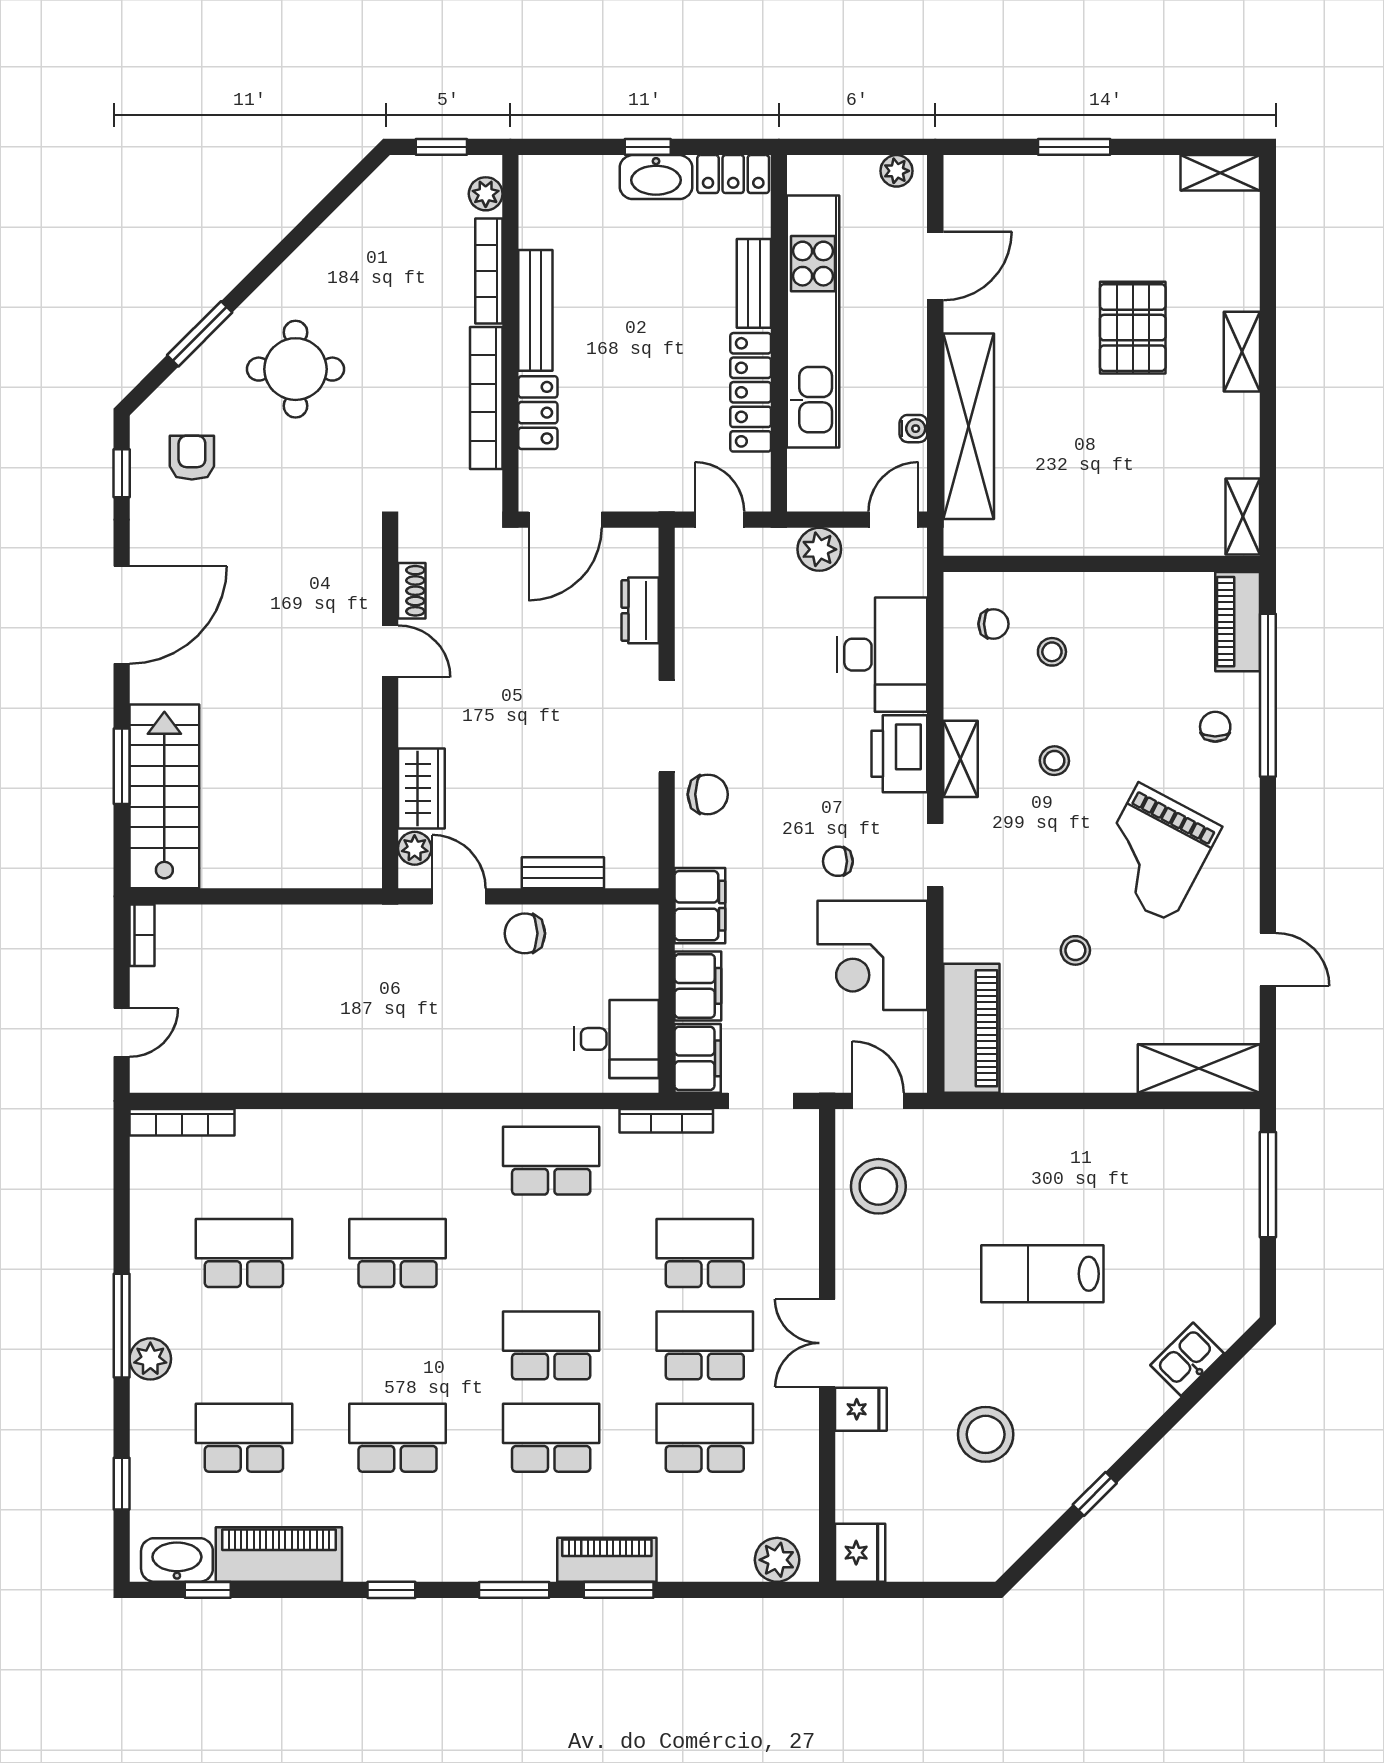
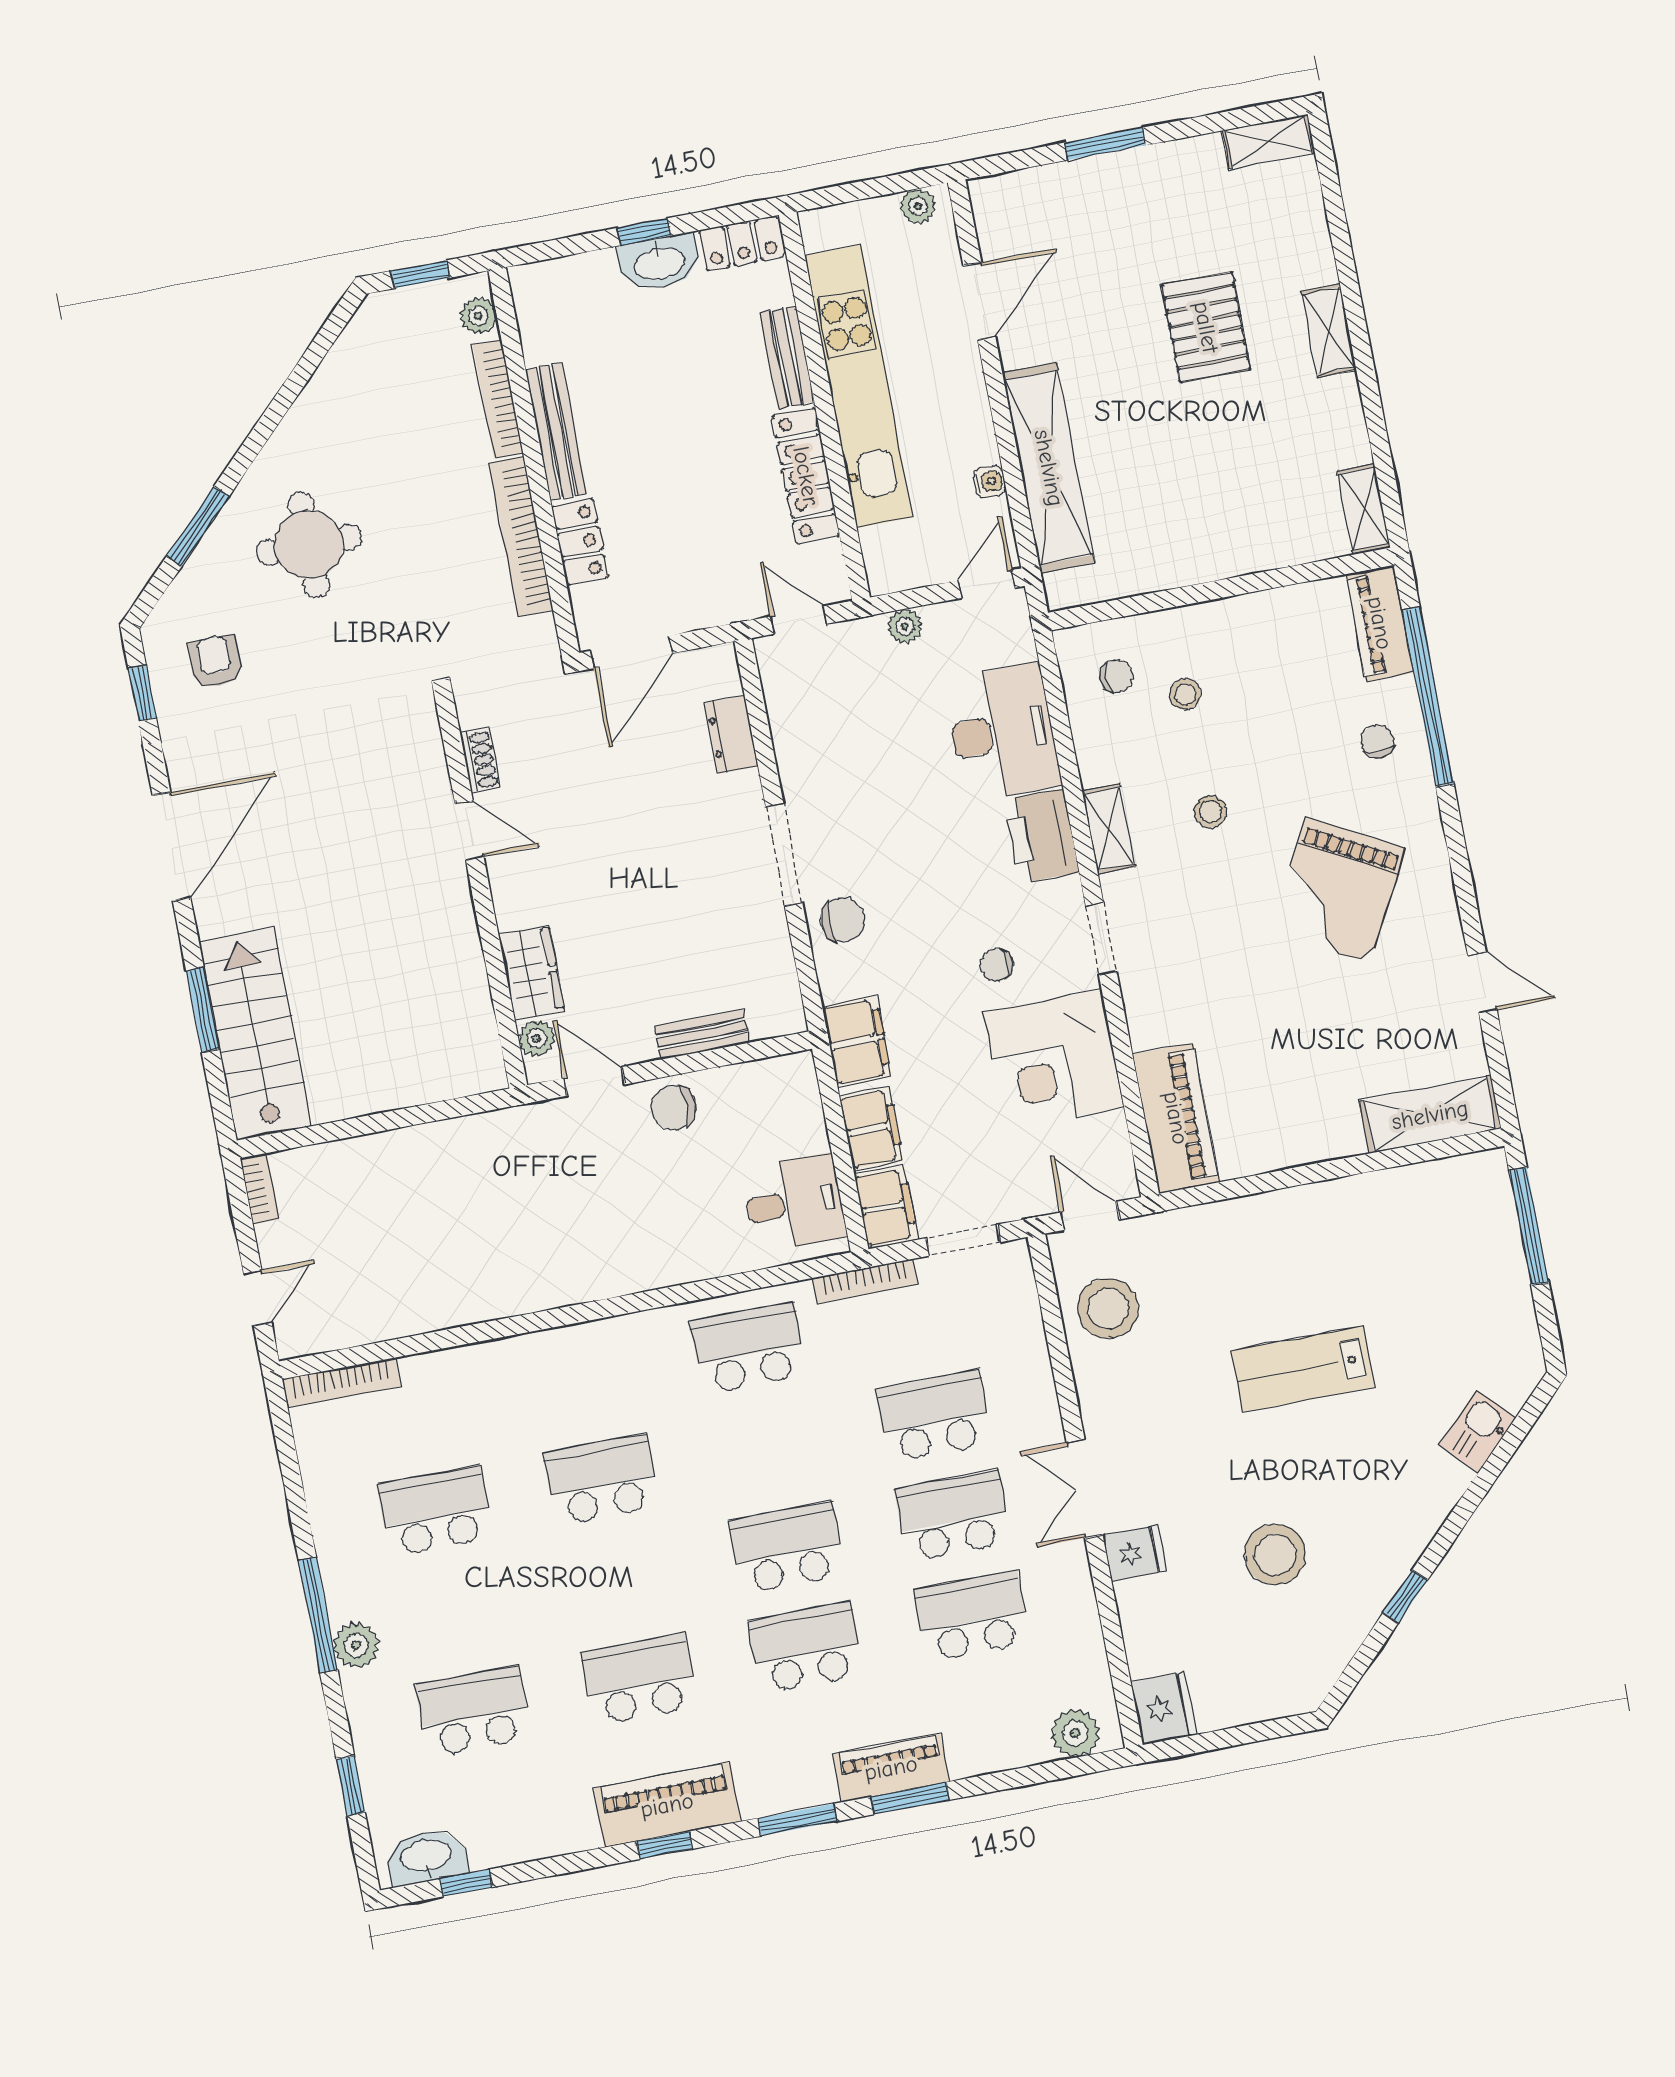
plant: (819, 549) -> (905, 626), width x0.73, depth x0.73
stool: (1075, 950) -> (1272, 1013), removed
piano: (279, 1554) -> (667, 1805), moved

